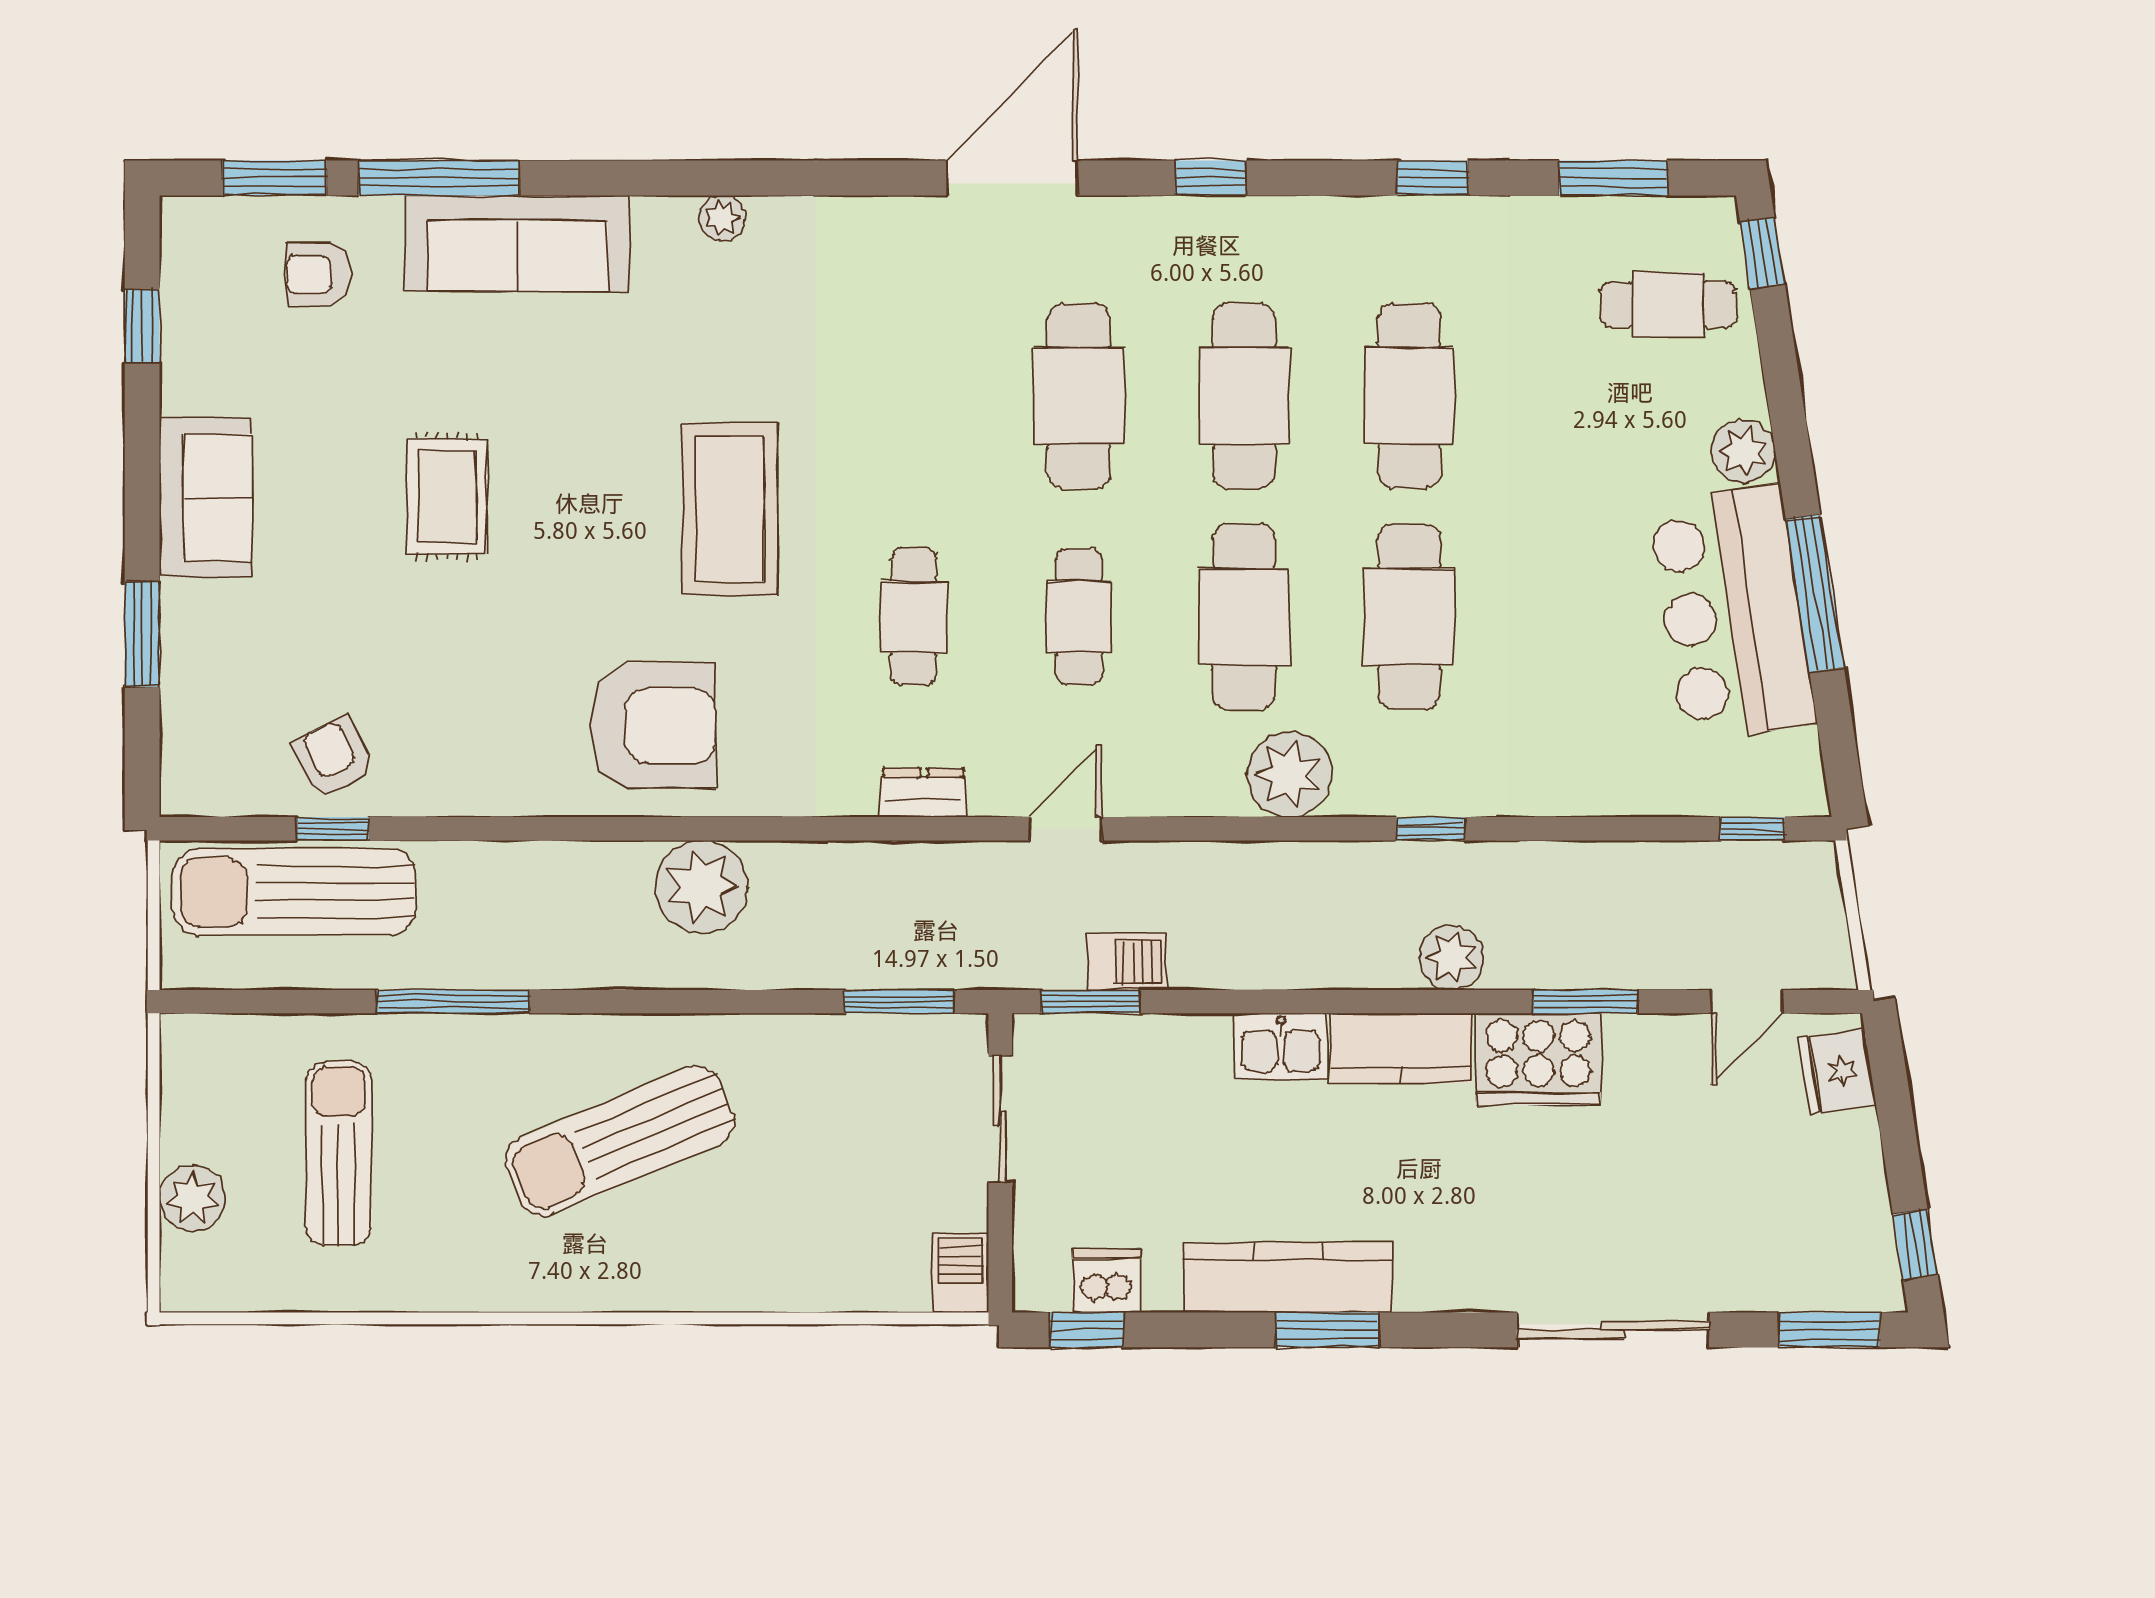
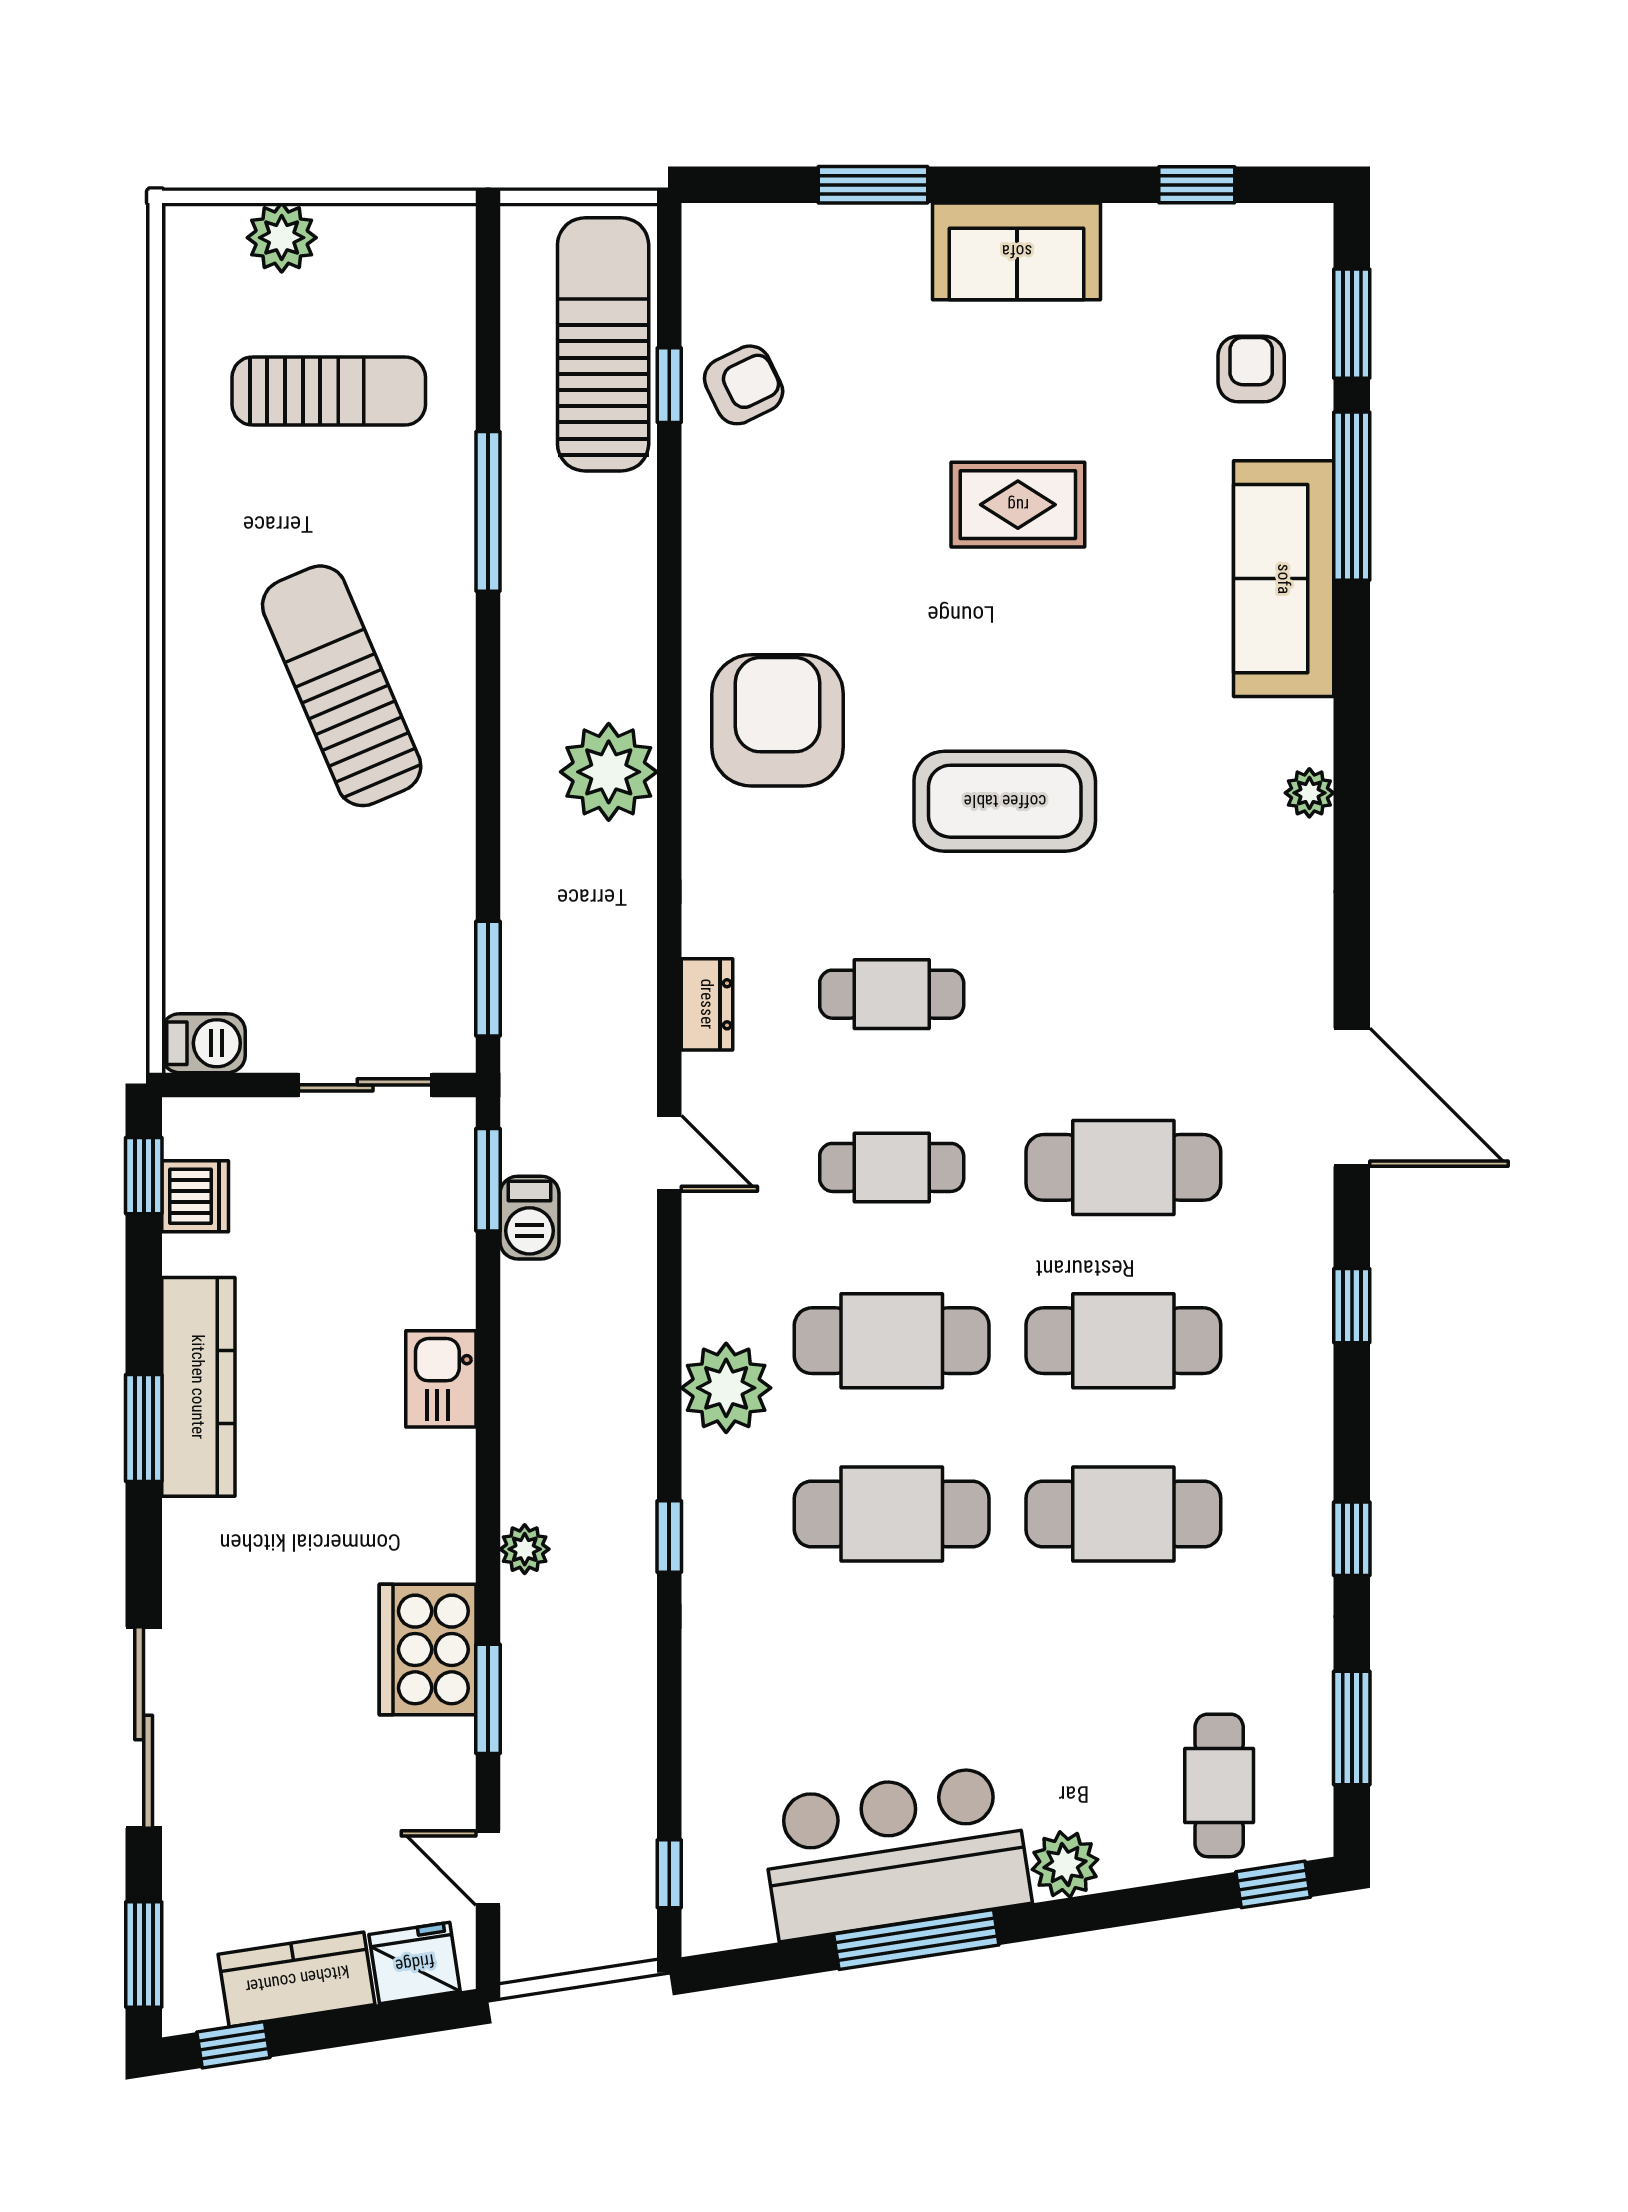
armchair: (653, 726) -> (778, 720), turned 180
plant: (1452, 958) -> (525, 1549), width x0.73, depth x0.73
kitchen counter: (1401, 1048) -> (297, 1979), moved, turned 81

